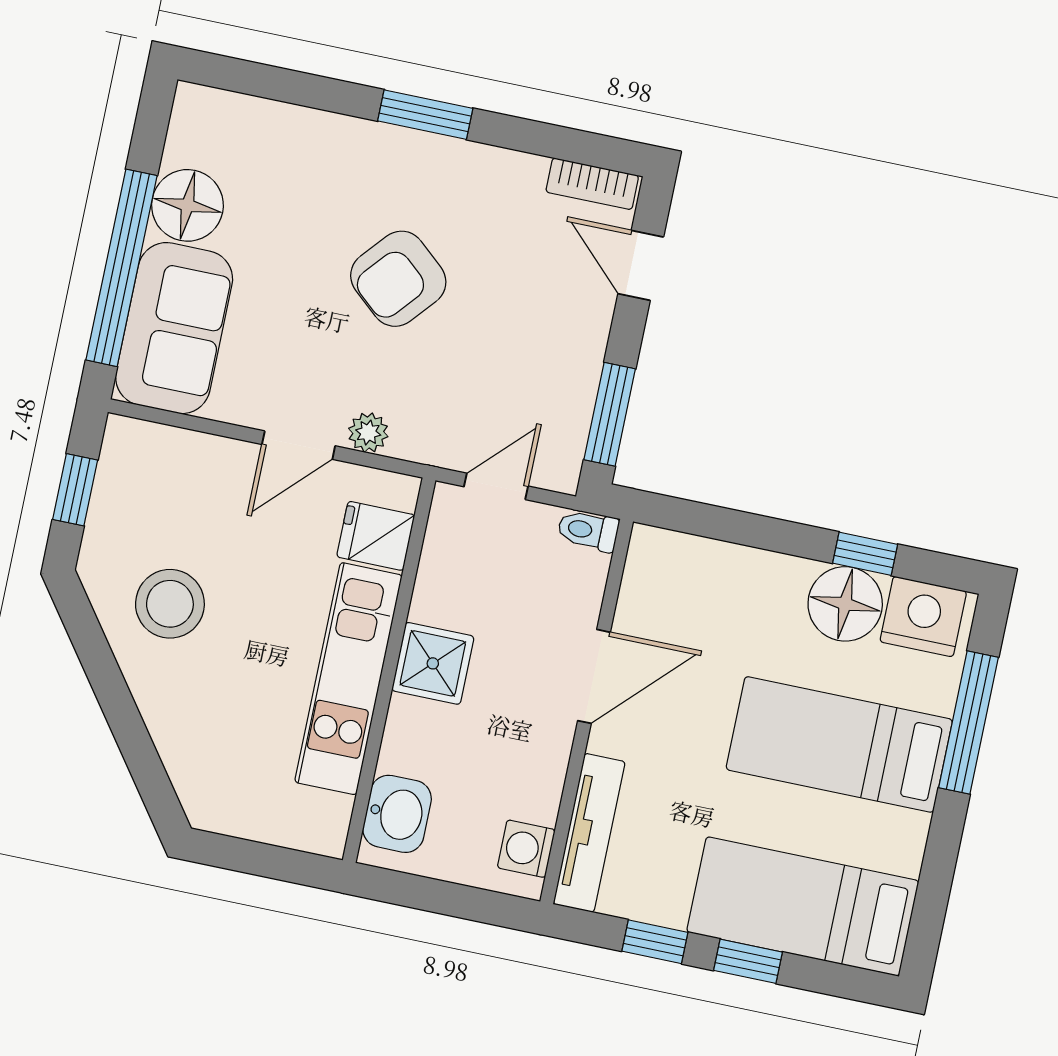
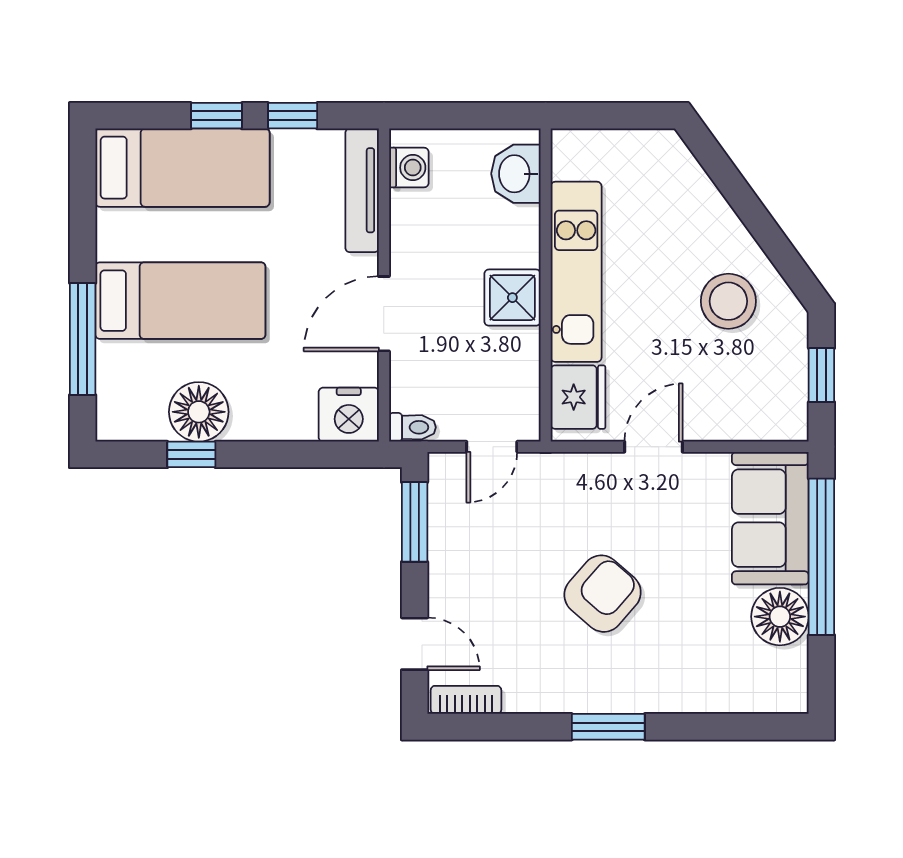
plant: (368, 433) -> (601, 468), removed
fridge: (376, 536) -> (578, 397), width x1.38
nightstand: (923, 617) -> (349, 415), moved

